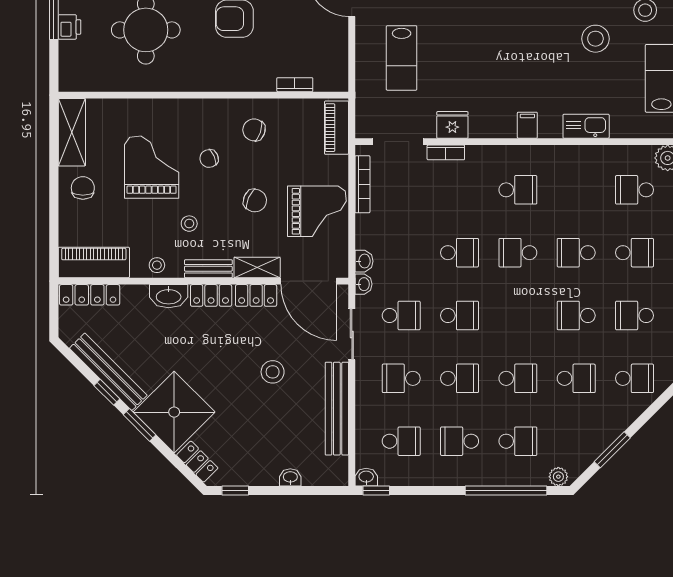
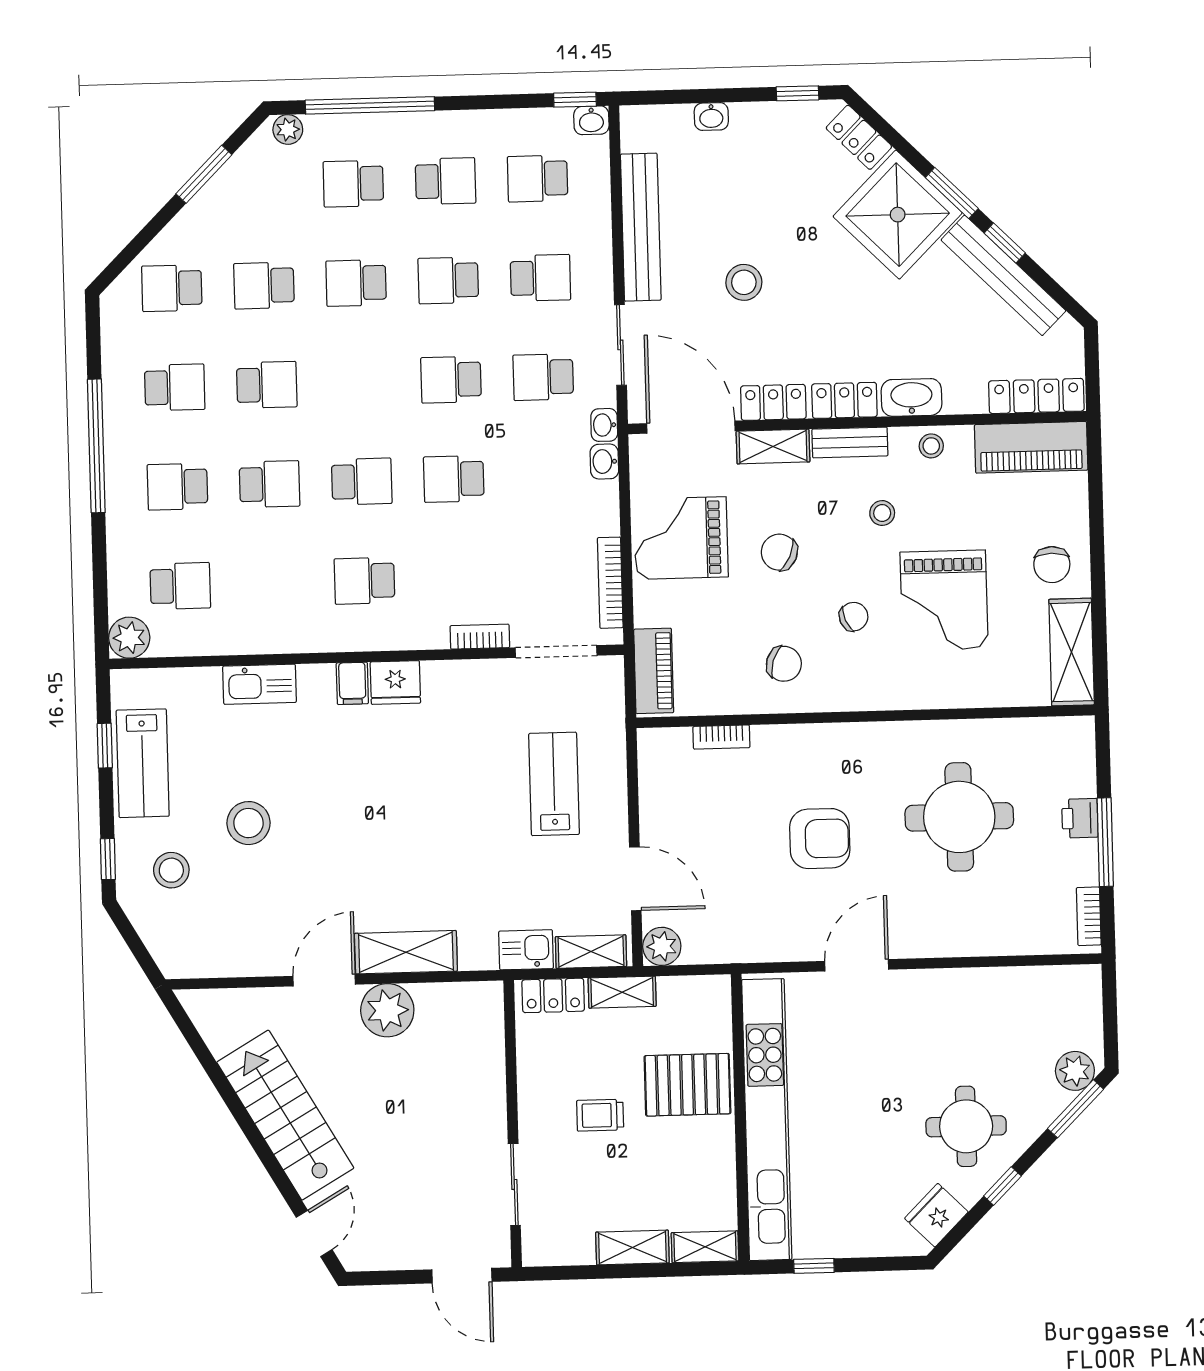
fridge: (452, 125) -> (395, 683), moved

